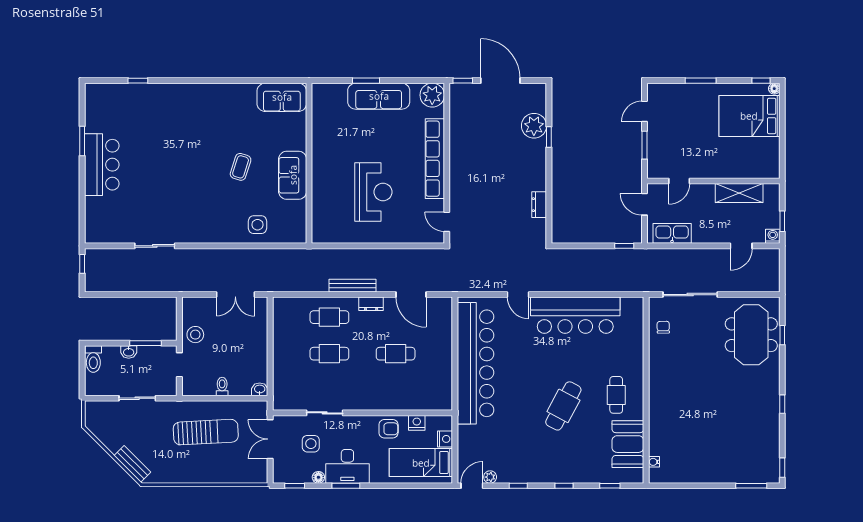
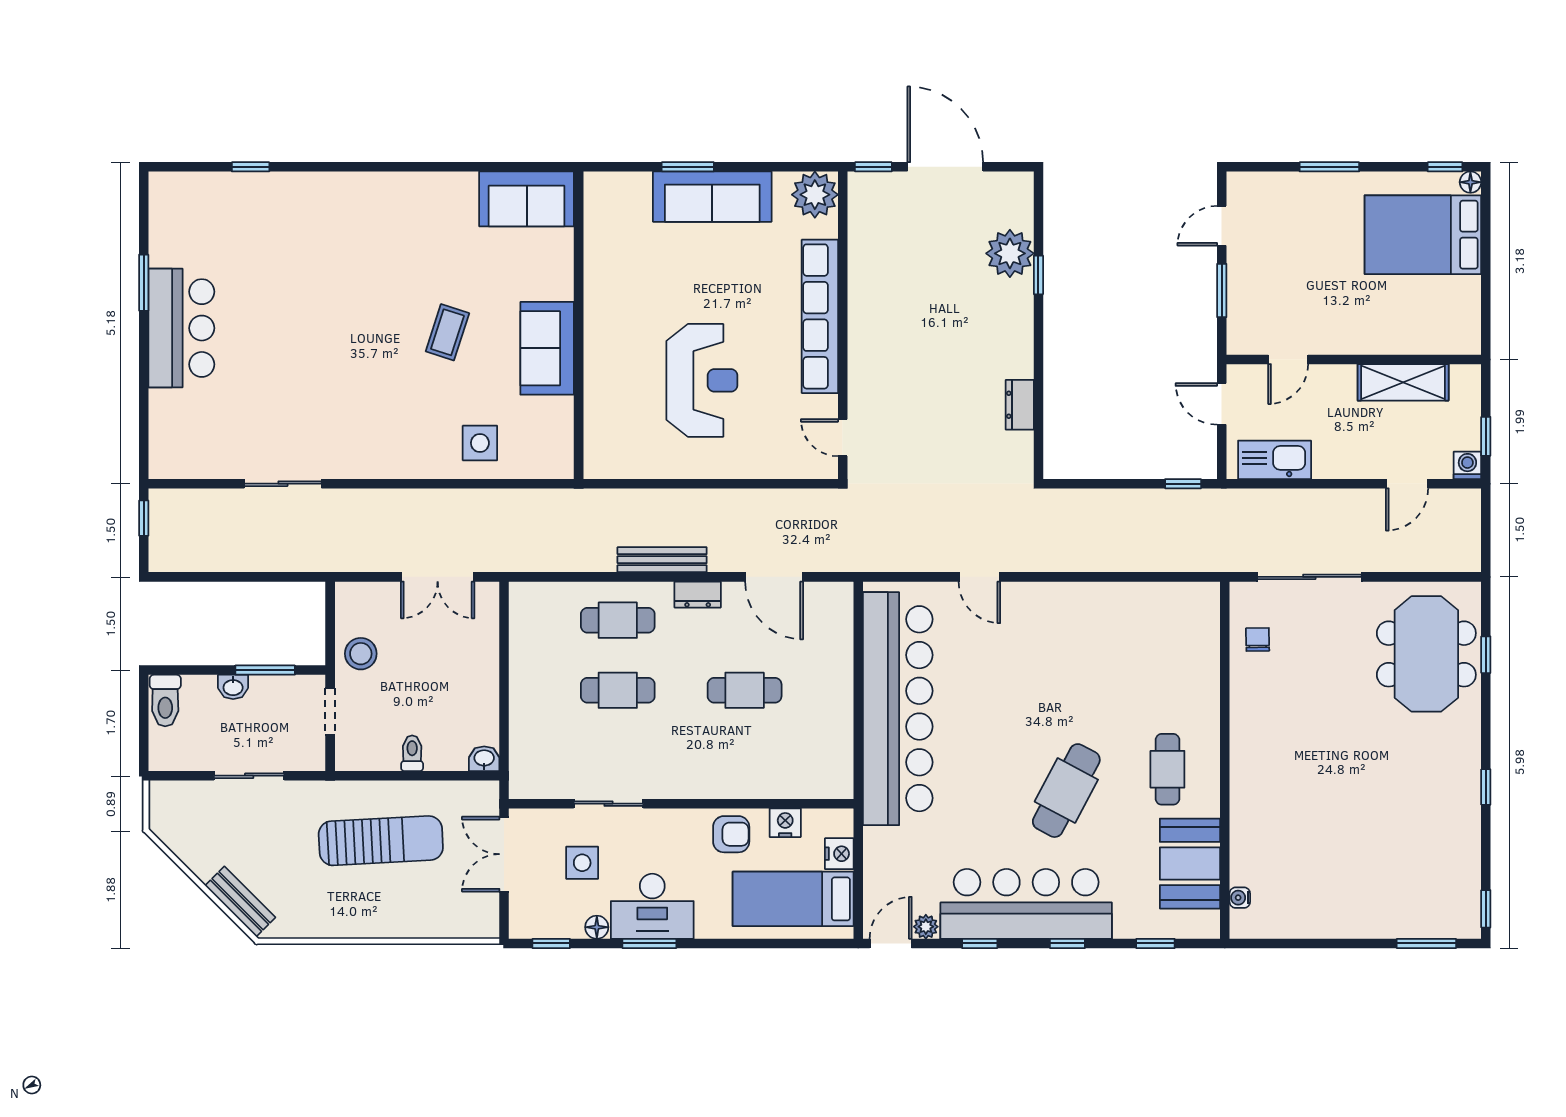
bar counter: (575, 315) -> (1026, 904), moved, turned 180

